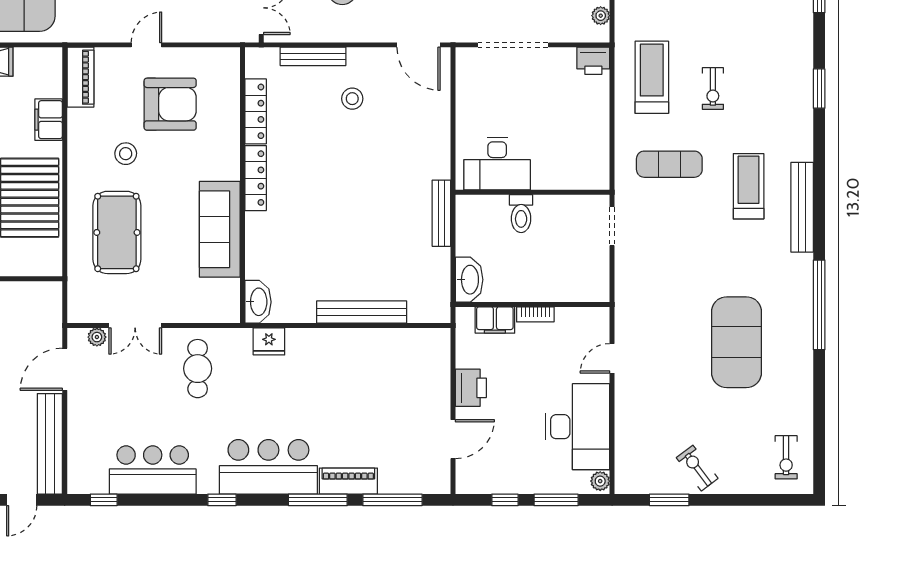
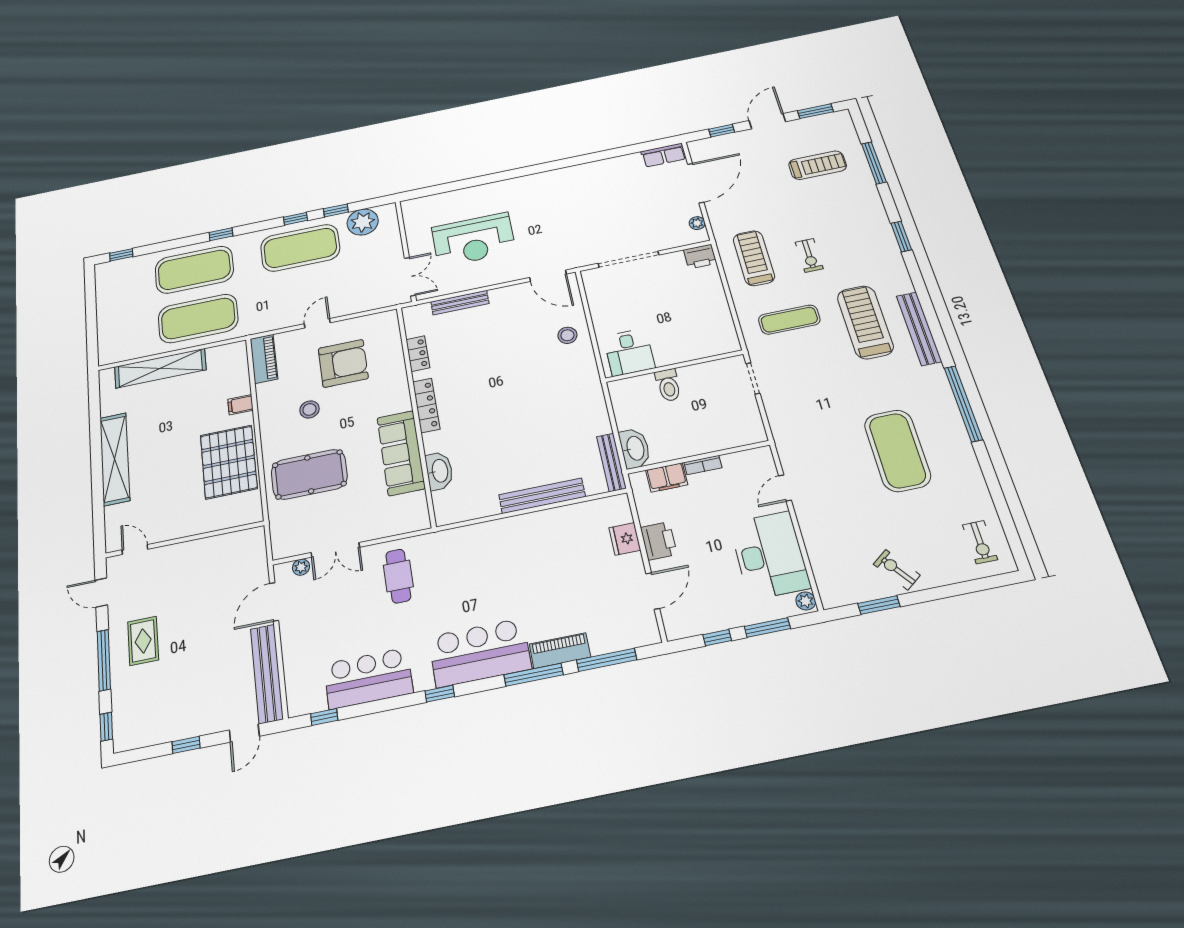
stool: (352, 99) -> (567, 335), moved
locker: (256, 111) -> (418, 354), width x0.66
filing cabinet: (49, 120) -> (240, 405), width x0.50
desk: (497, 164) -> (629, 352), width x0.73
treadmill: (749, 186) -> (865, 322), width x1.37, depth x1.38
bench: (441, 213) -> (611, 462), moved
pool table: (117, 232) -> (309, 474), turned 90
washbasin: (258, 302) -> (439, 471), moved
fridge: (269, 341) -> (625, 539), moved, turned 90

